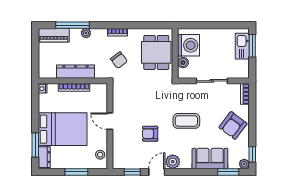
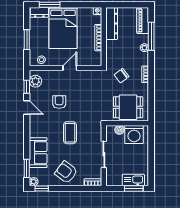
dresser: (75, 72) -> (112, 24), moved
plant: (173, 162) -> (35, 81), moved

